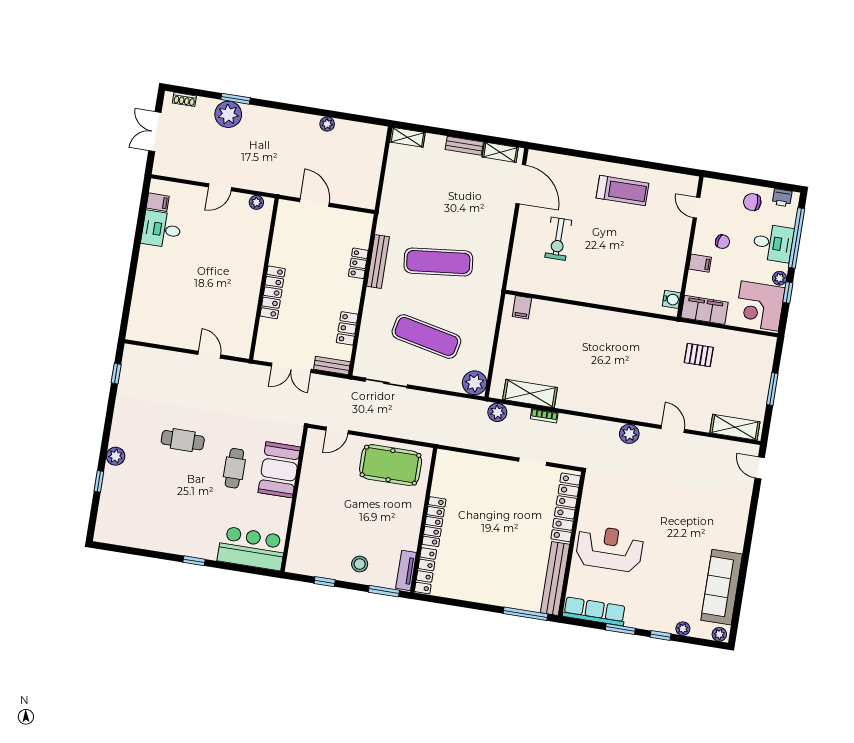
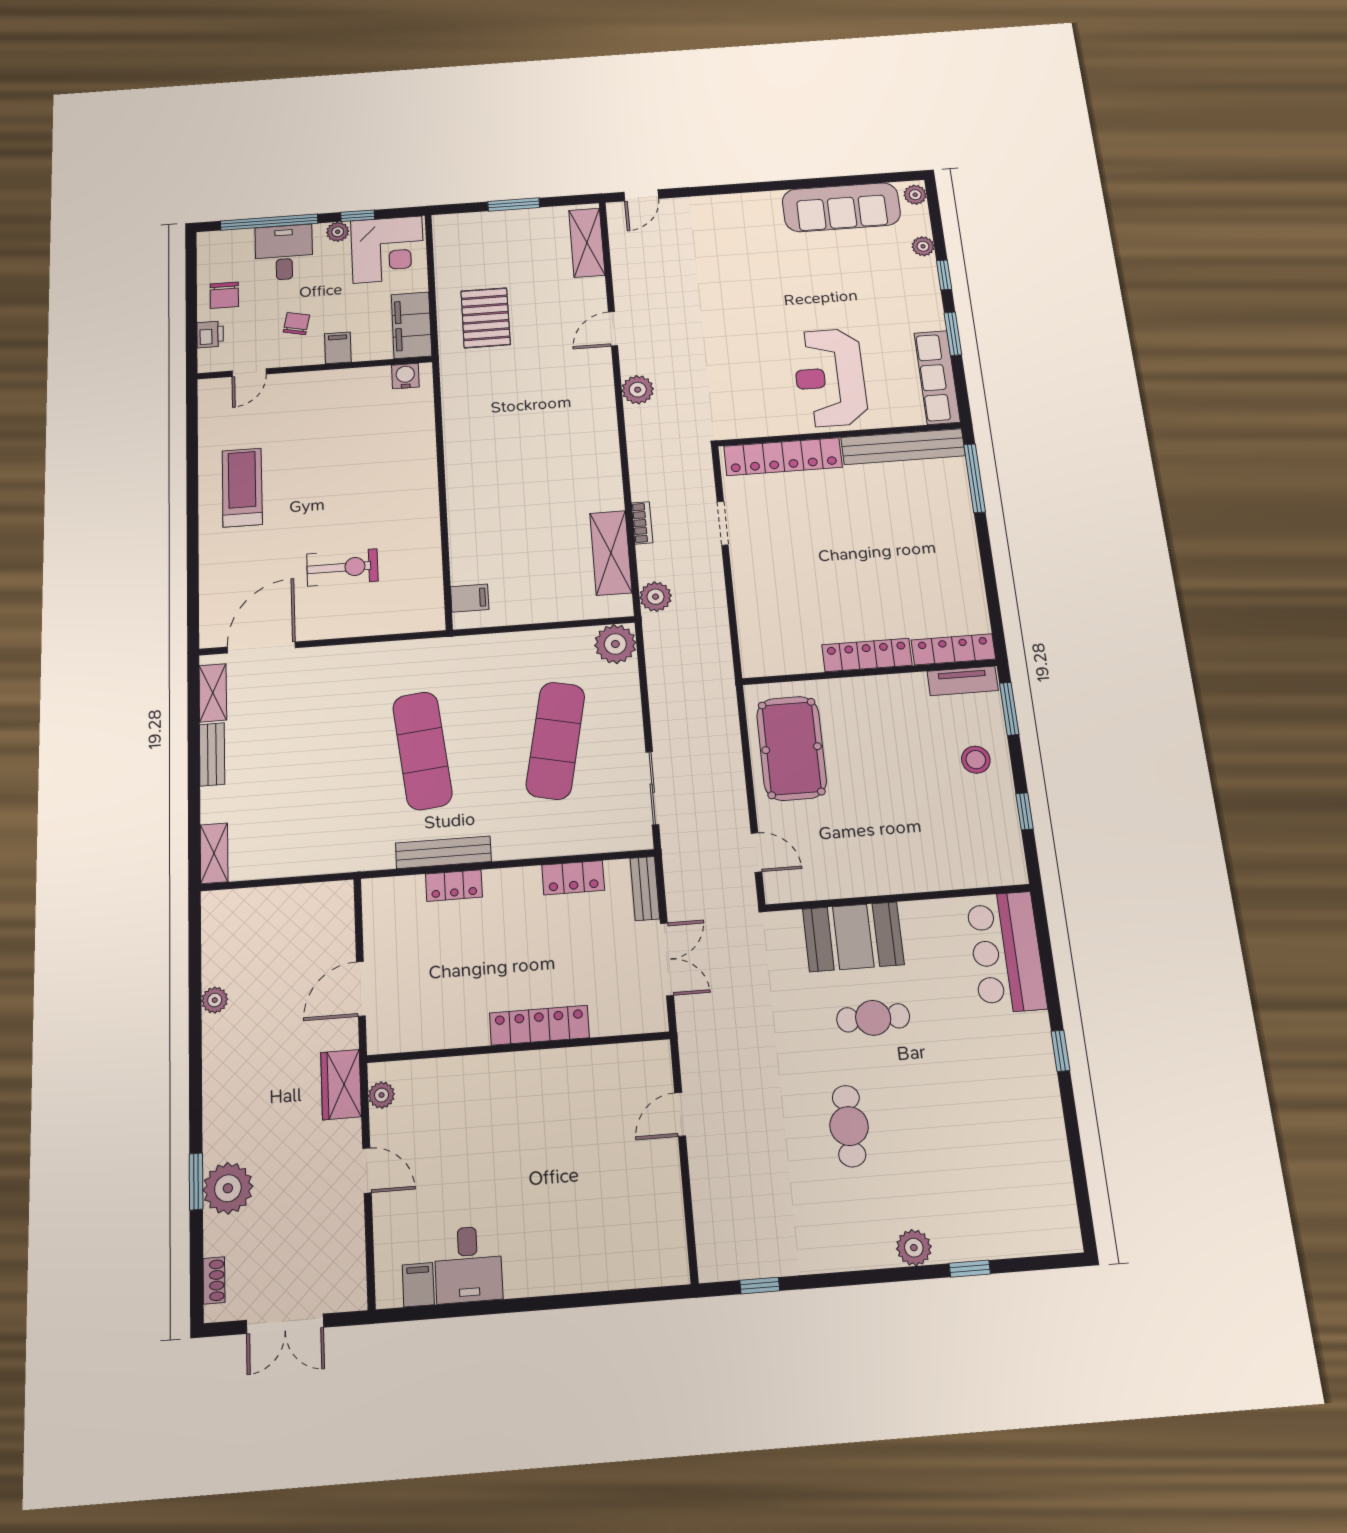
wardrobe: (267, 182) -> (341, 1085), added
printer: (782, 198) -> (210, 334), moved
pallet: (699, 355) -> (486, 318), width x1.50, depth x1.42

